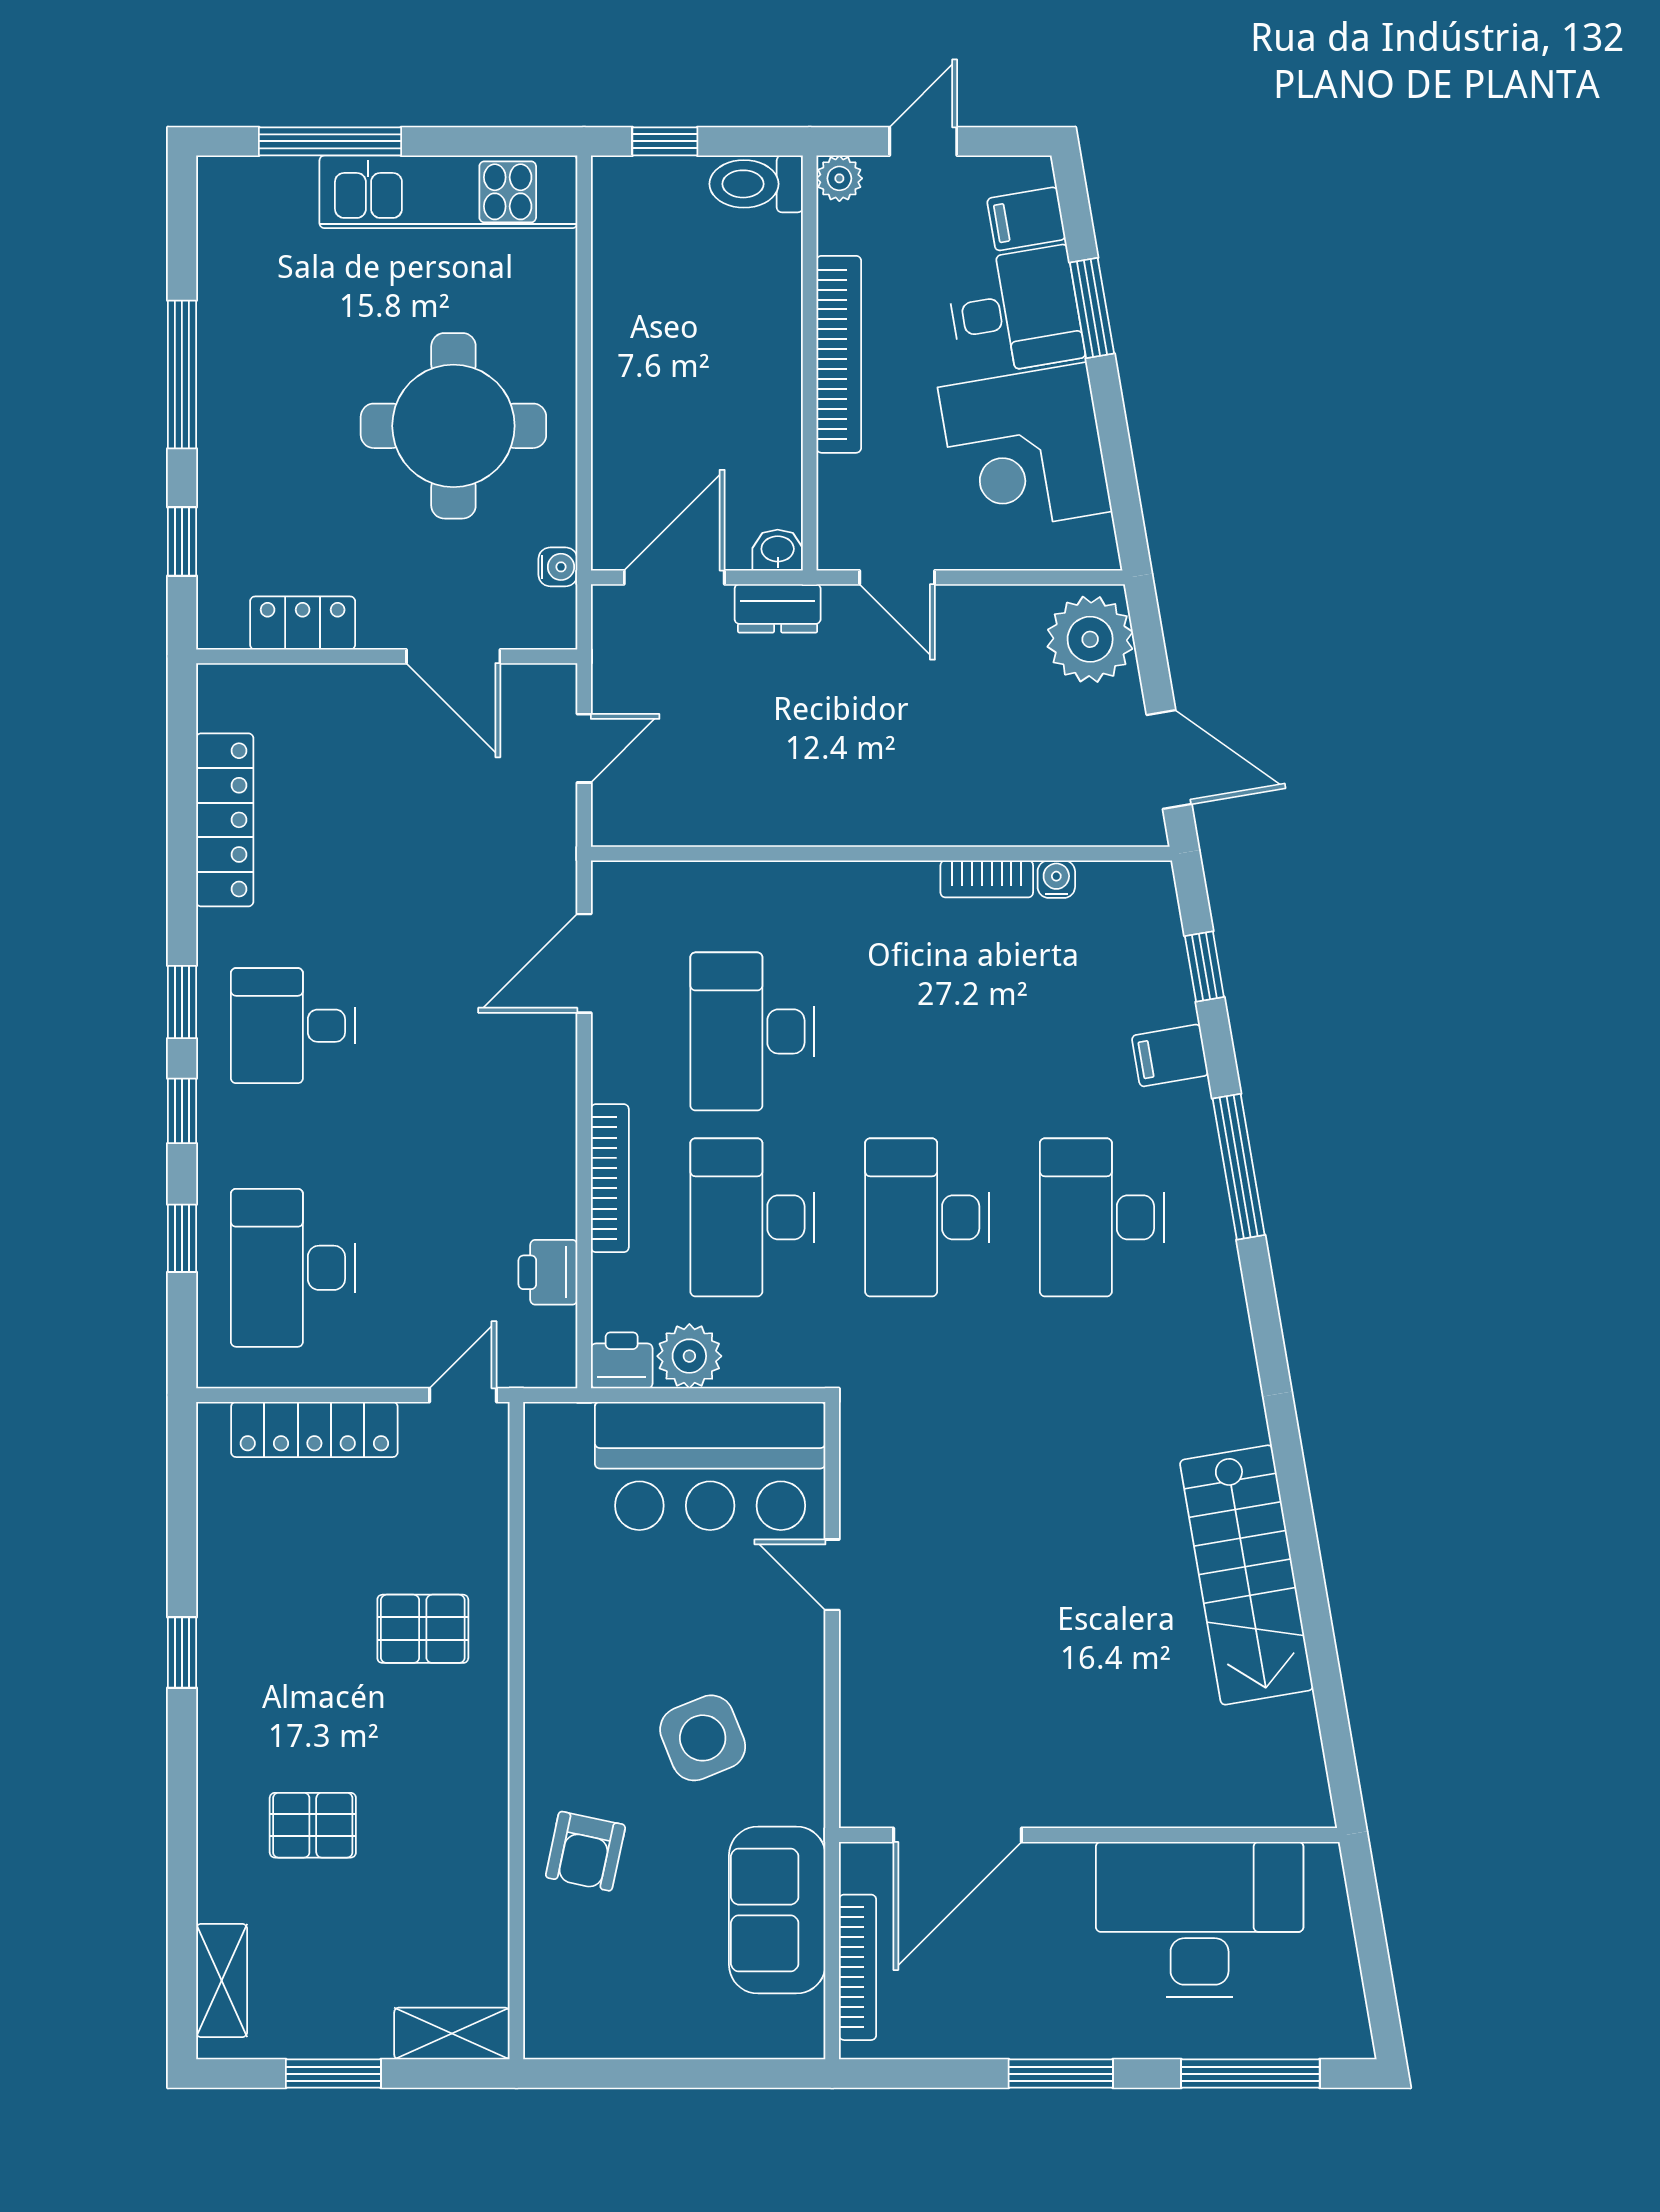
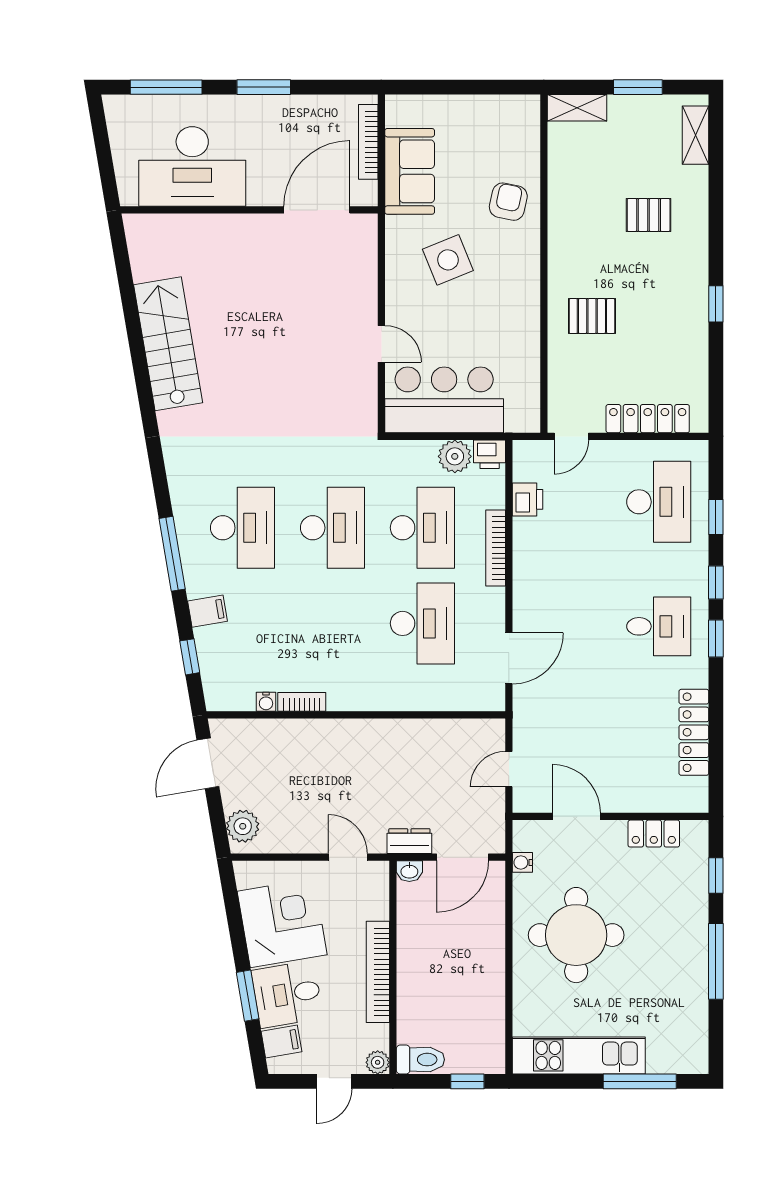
plant: (1090, 639) -> (243, 826), width x0.73, depth x0.73
door: (1169, 760) -> (208, 763), hinge flipped

